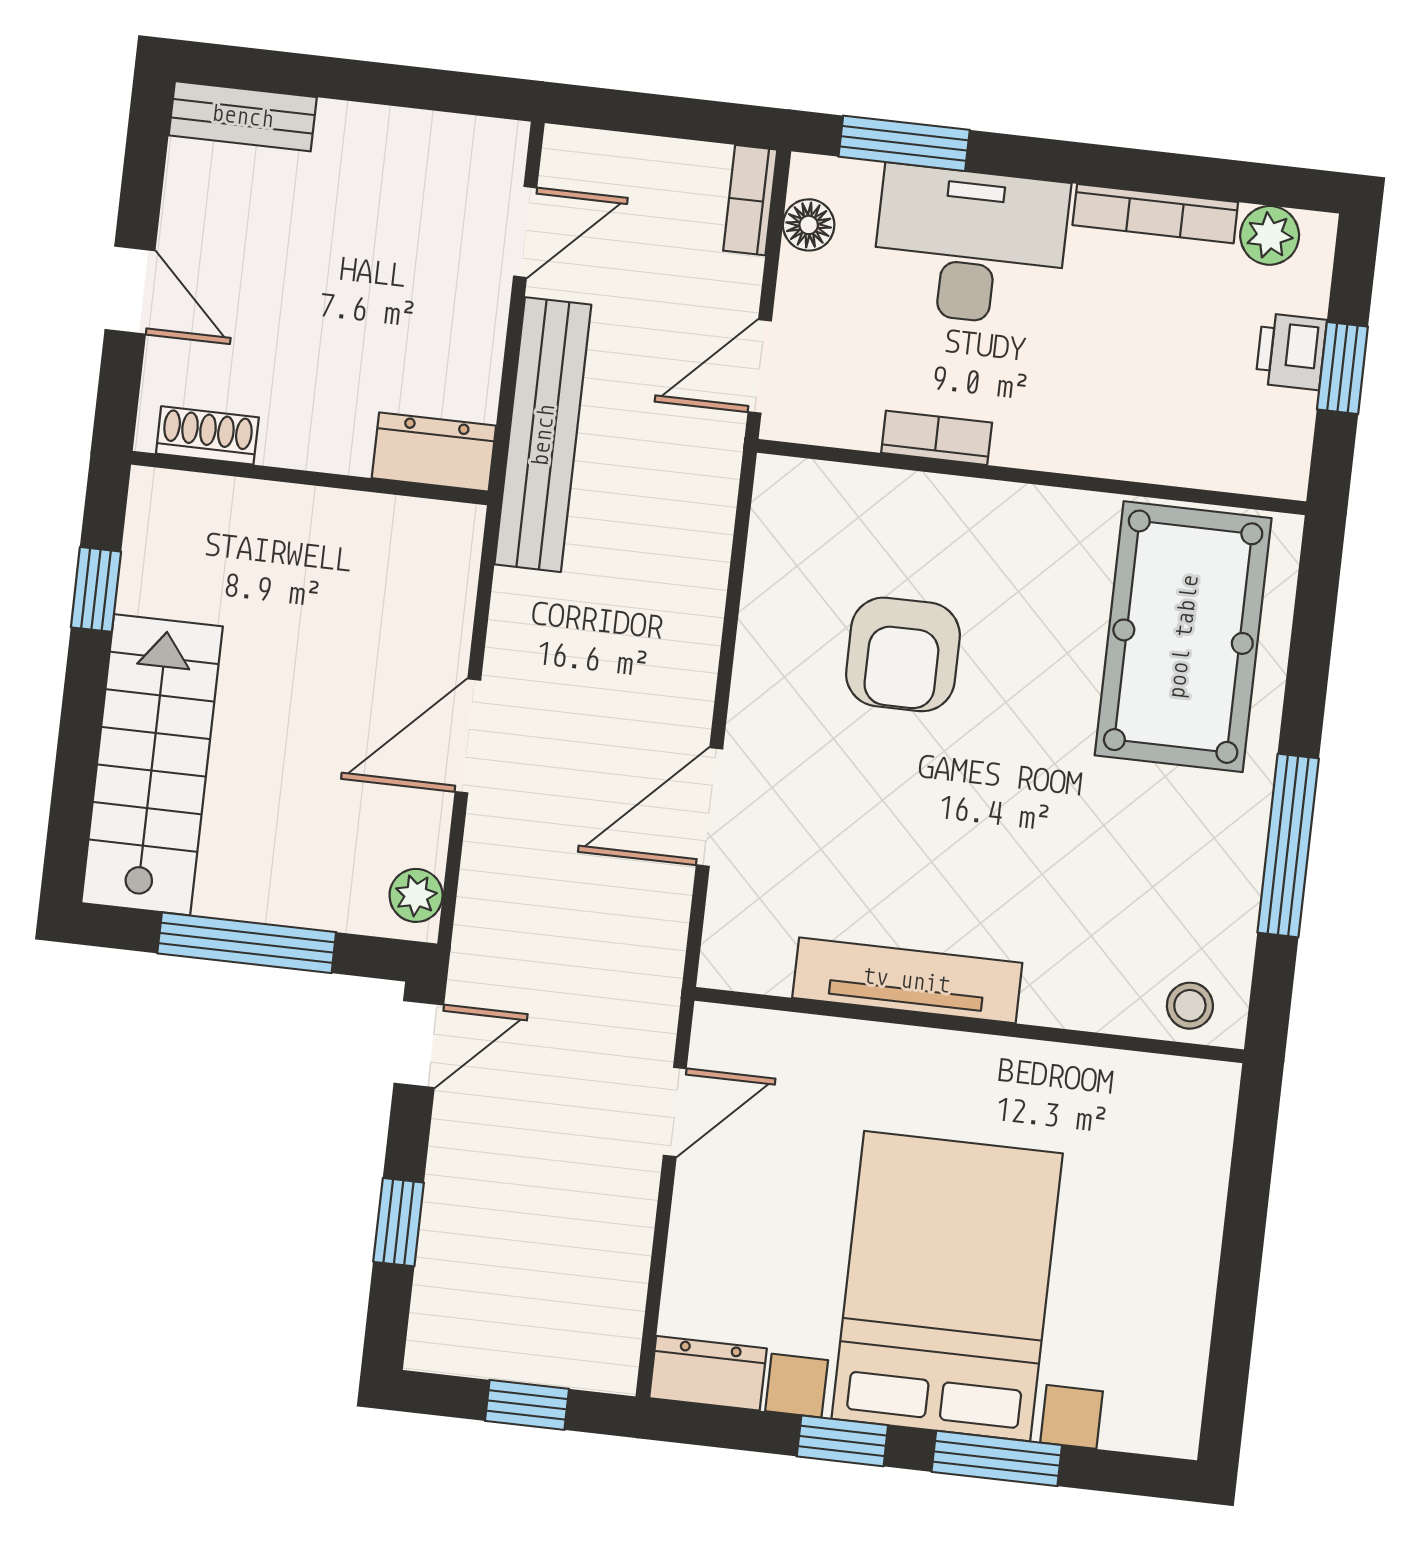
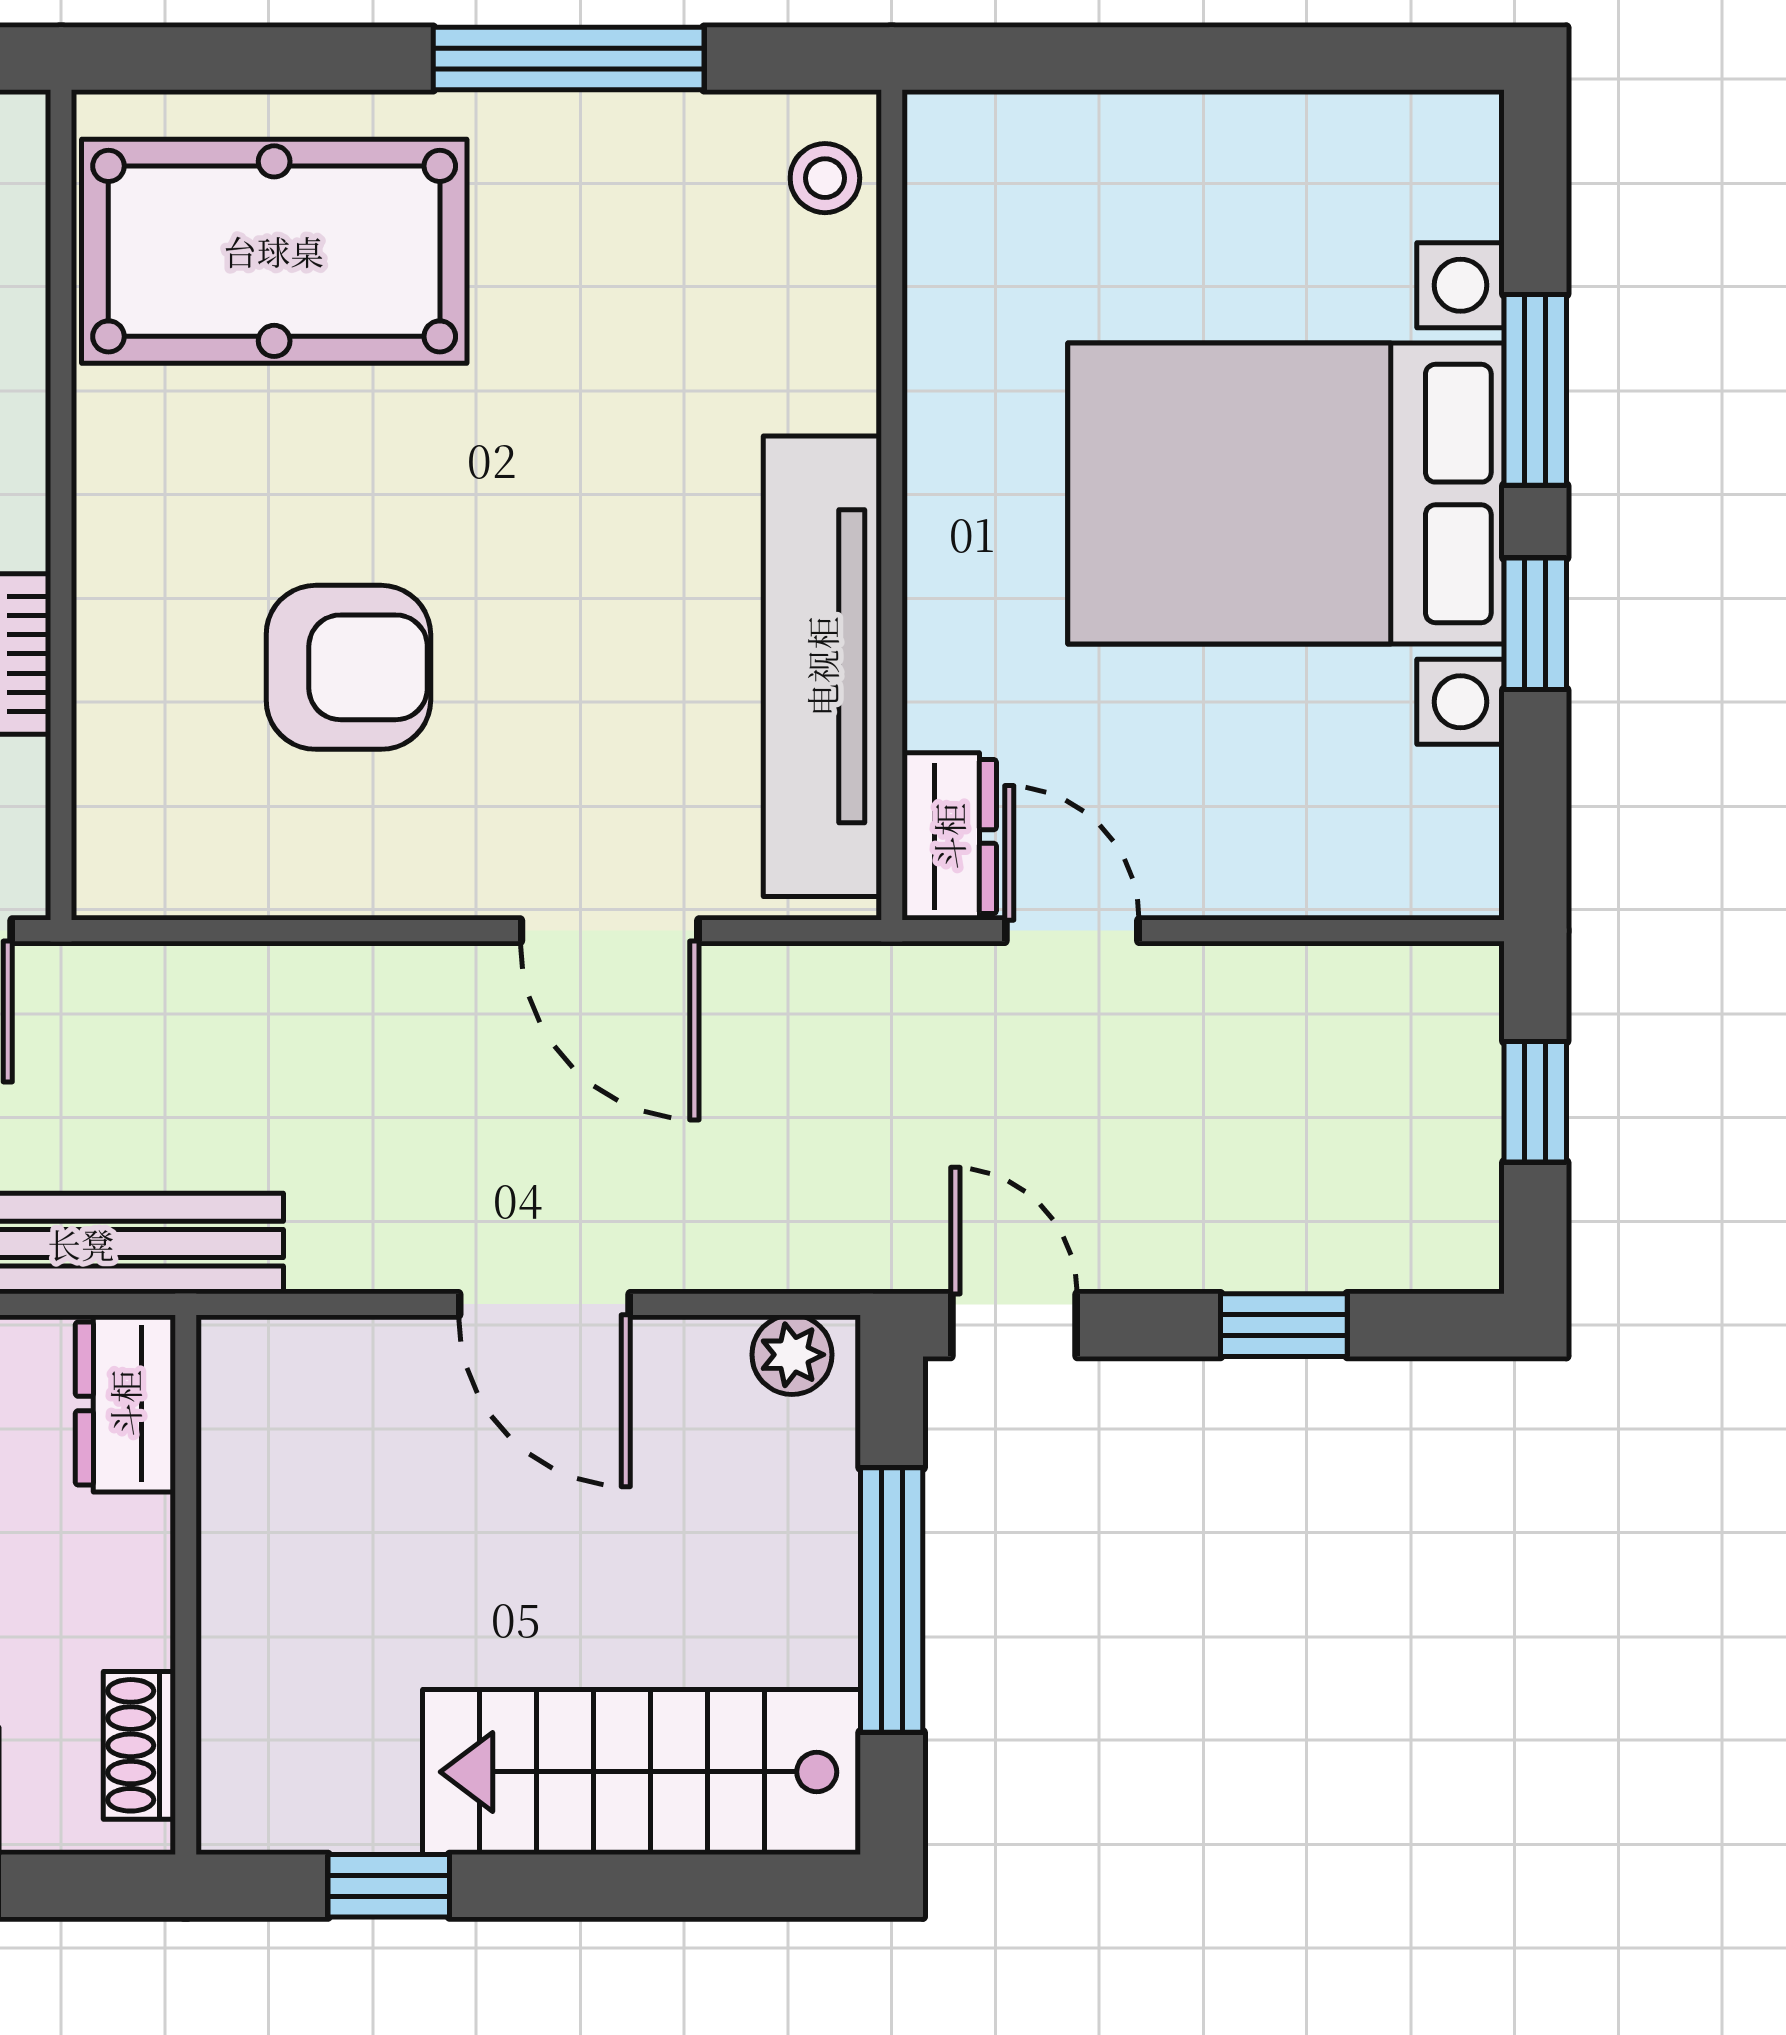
tv unit: (907, 980) -> (822, 666), width x1.36, depth x1.29
dresser: (708, 1373) -> (949, 836), moved, turned 180

